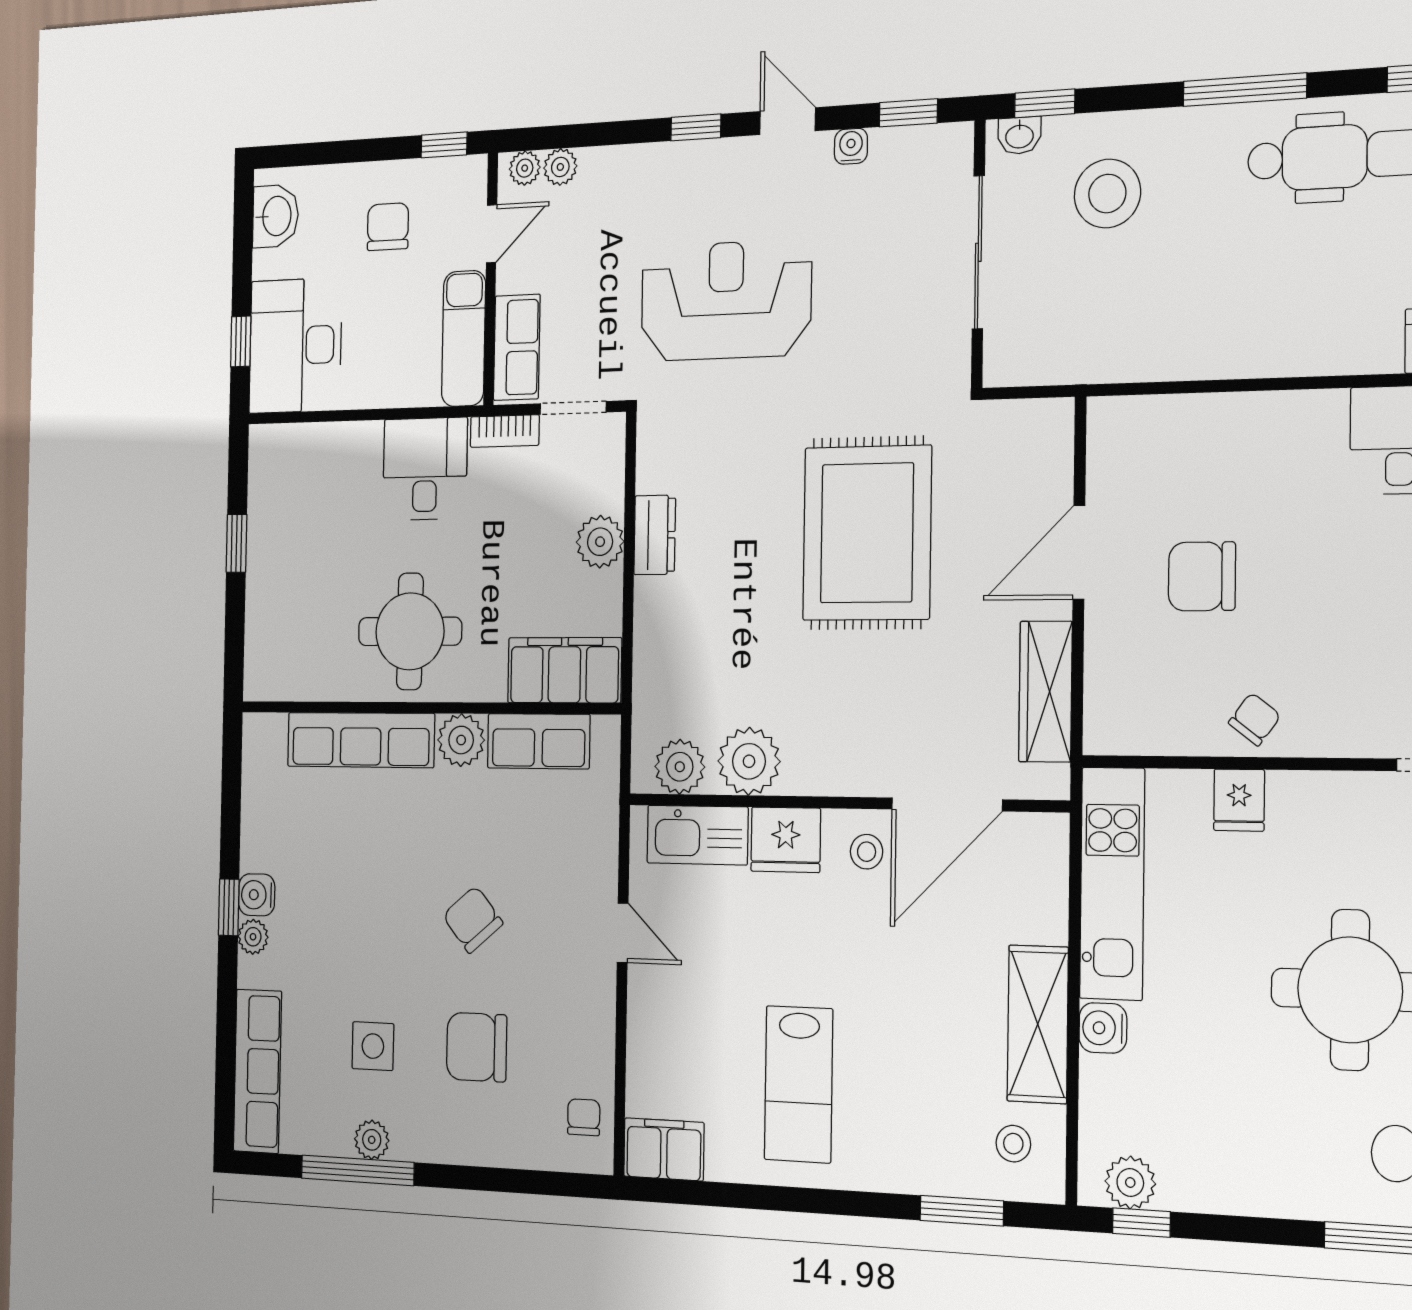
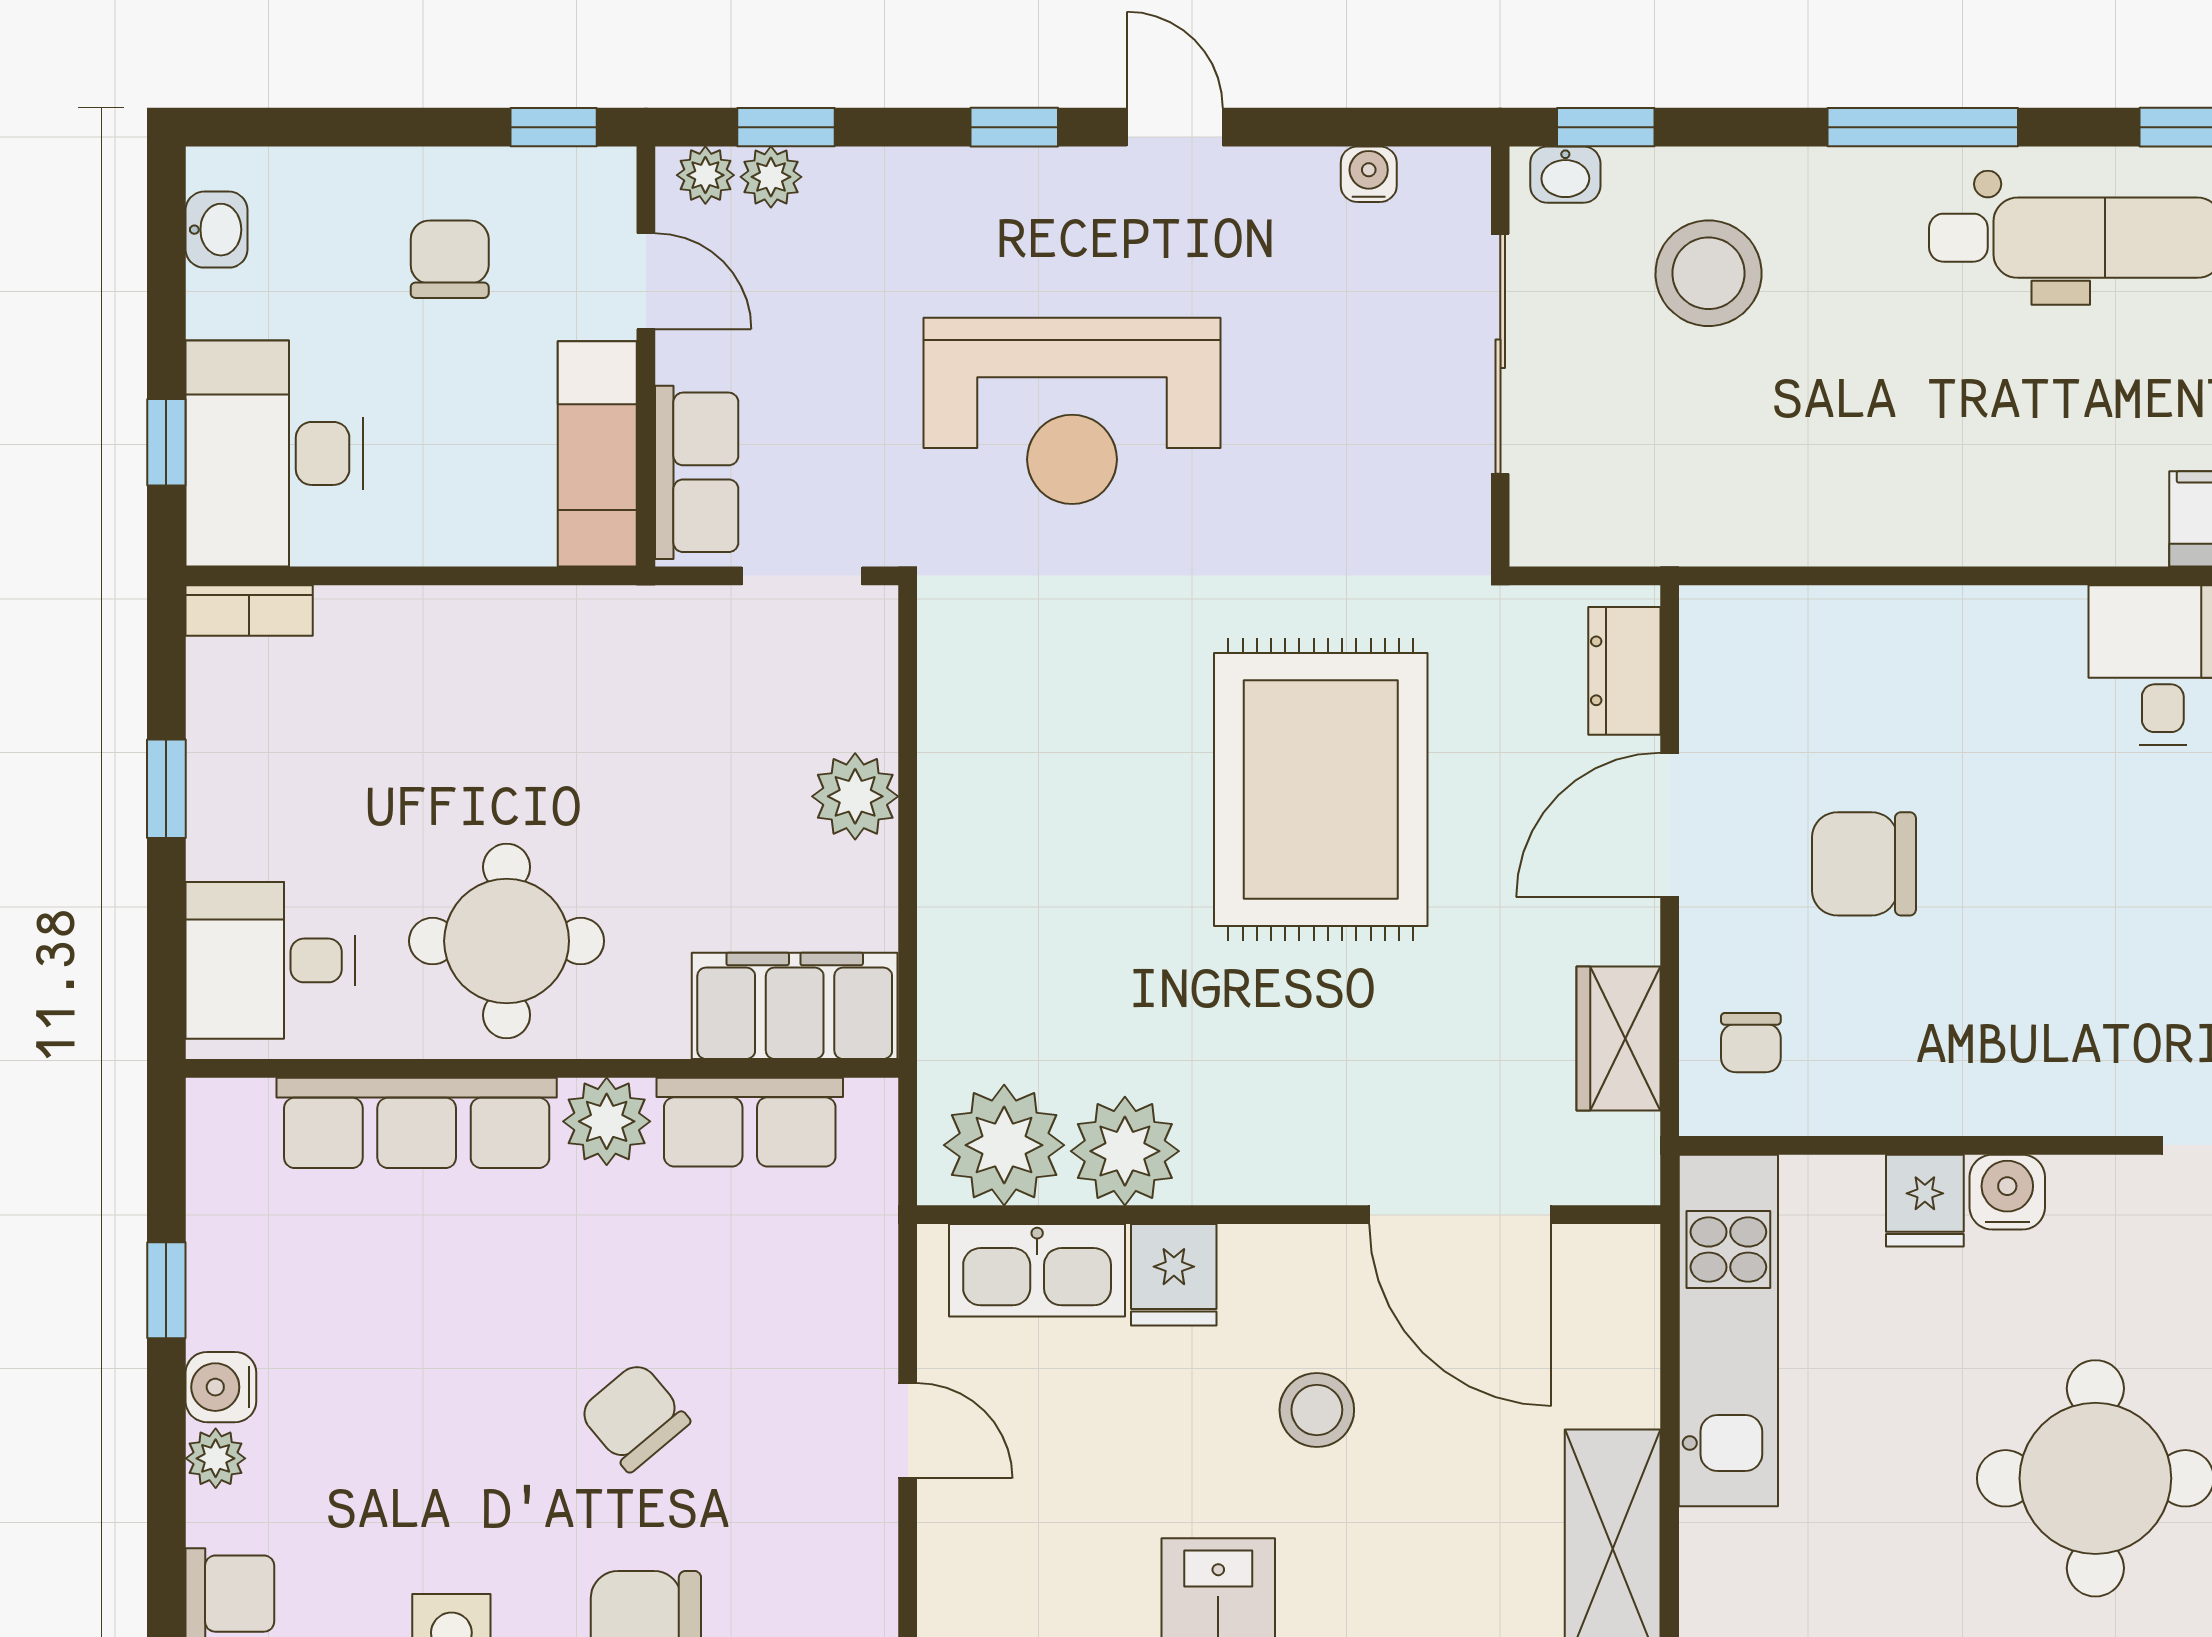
window: (908, 113) -> (786, 127), moved
water cooler: (851, 146) -> (1369, 174), moved
washbasin: (276, 216) -> (217, 230), width x0.72, depth x0.69
door: (492, 234) -> (646, 281), hinge flipped
reception desk: (726, 301) -> (1072, 411), turned 180
bookcase: (505, 431) -> (249, 610), moved
desk: (425, 469) -> (270, 960), moved, turned -90
dresser: (655, 535) -> (1624, 671), moved, turned 180
wardrobe: (1045, 692) -> (1618, 1039), width x0.67
chair: (1255, 719) -> (1751, 1043), moved, turned 143
plant: (680, 767) -> (1004, 1145), width x1.36, depth x1.36
door: (947, 804) -> (1460, 1215), hinge flipped
fridge: (786, 840) -> (1174, 1275), width x0.72
stool: (867, 852) -> (1317, 1410), moved, width x1.37, depth x1.37
window: (229, 907) -> (166, 1290), moved
water cooler: (1103, 1028) -> (2007, 1192), moved, turned 90

